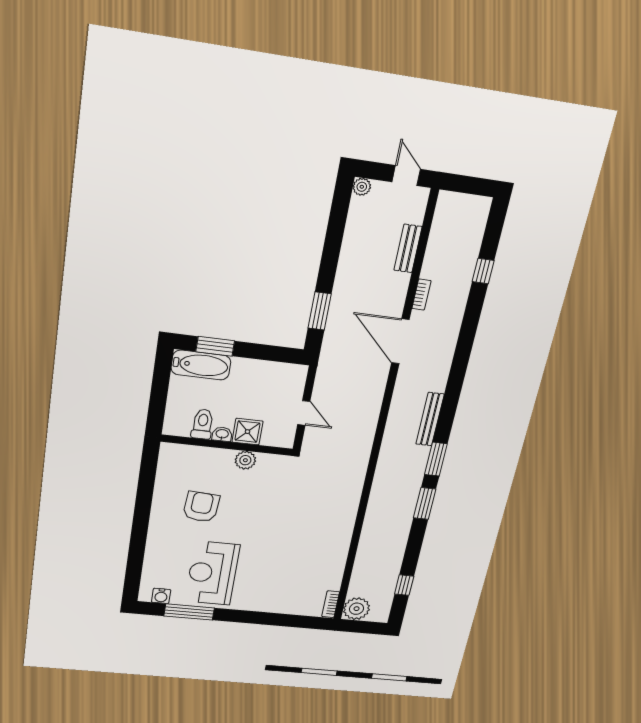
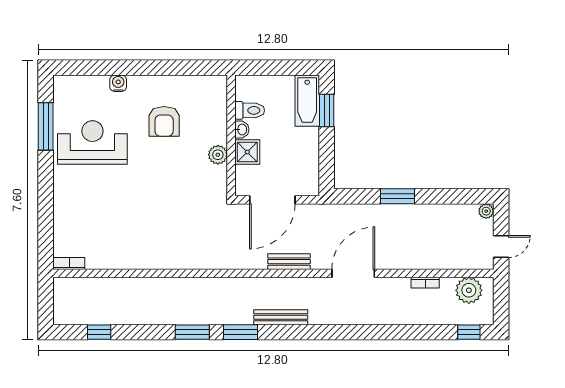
bench: (408, 248) -> (289, 262), moved
window: (483, 271) -> (469, 332), moved
bookcase: (421, 295) -> (425, 283), moved
window: (320, 311) -> (398, 196), moved
door: (304, 413) -> (272, 200), width x1.87
armchair: (201, 507) -> (164, 121), turned 86
water cooler: (161, 596) -> (118, 83), moved, turned 90
plant: (357, 609) -> (469, 290), moved

